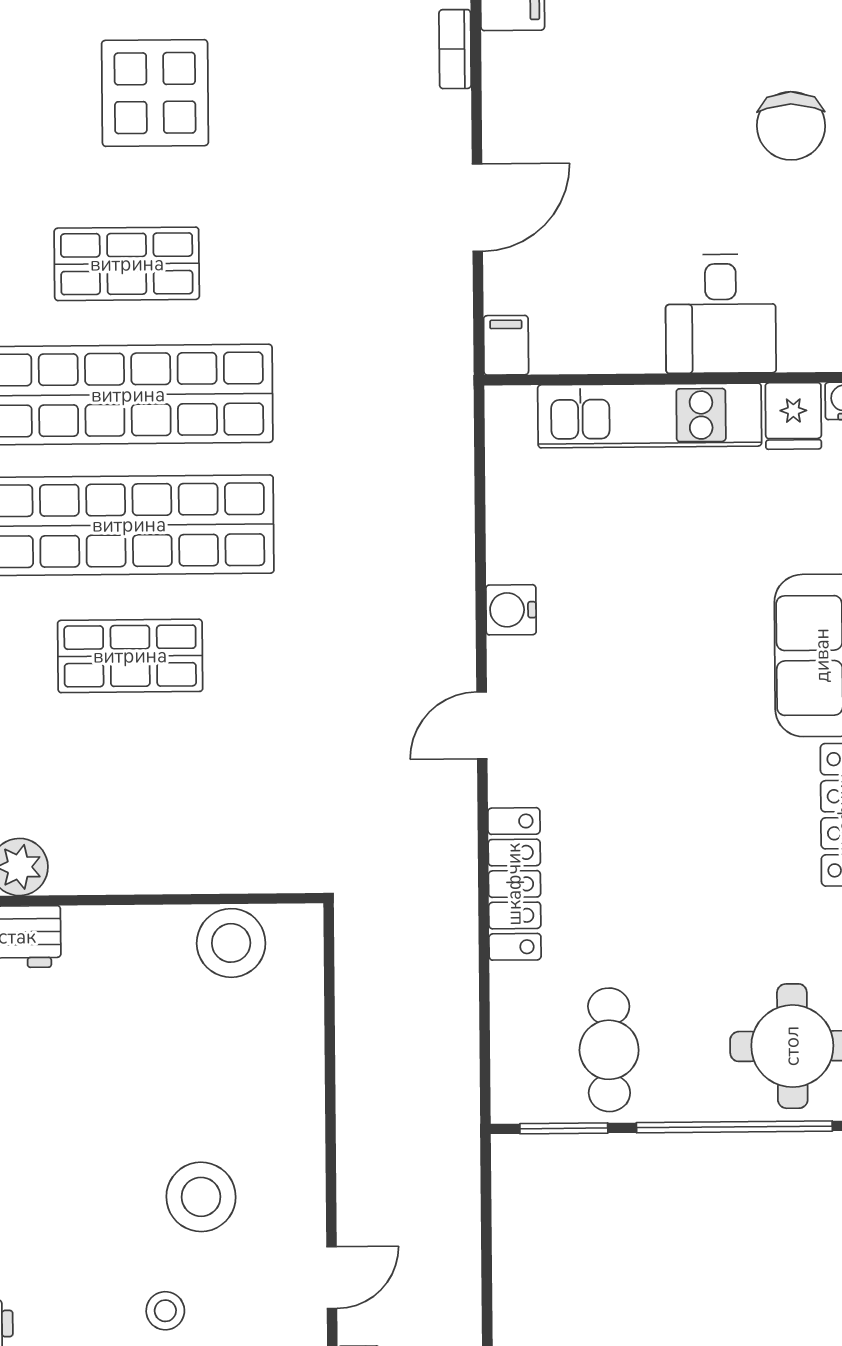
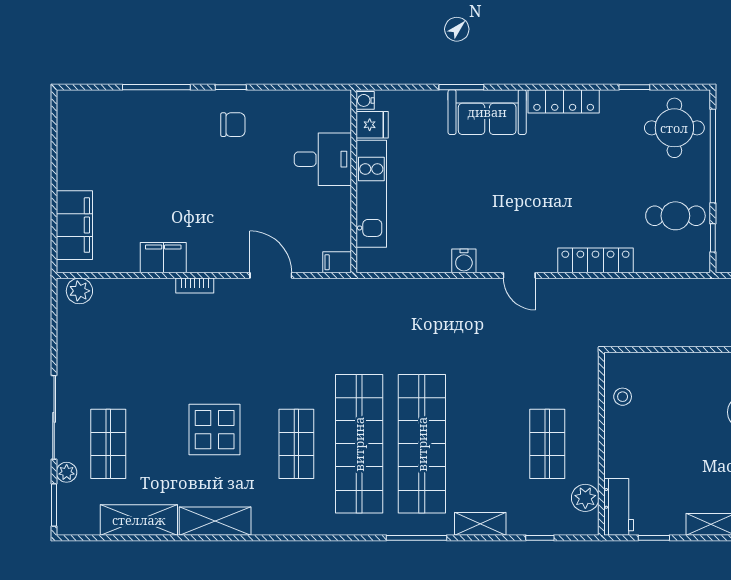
chair: (791, 126) -> (233, 125), width x0.73, depth x0.73
shop shelf: (130, 656) -> (547, 444), moved
stool: (231, 943) -> (623, 397), width x0.53, depth x0.53
window: (564, 1128) -> (713, 238), width x0.67

